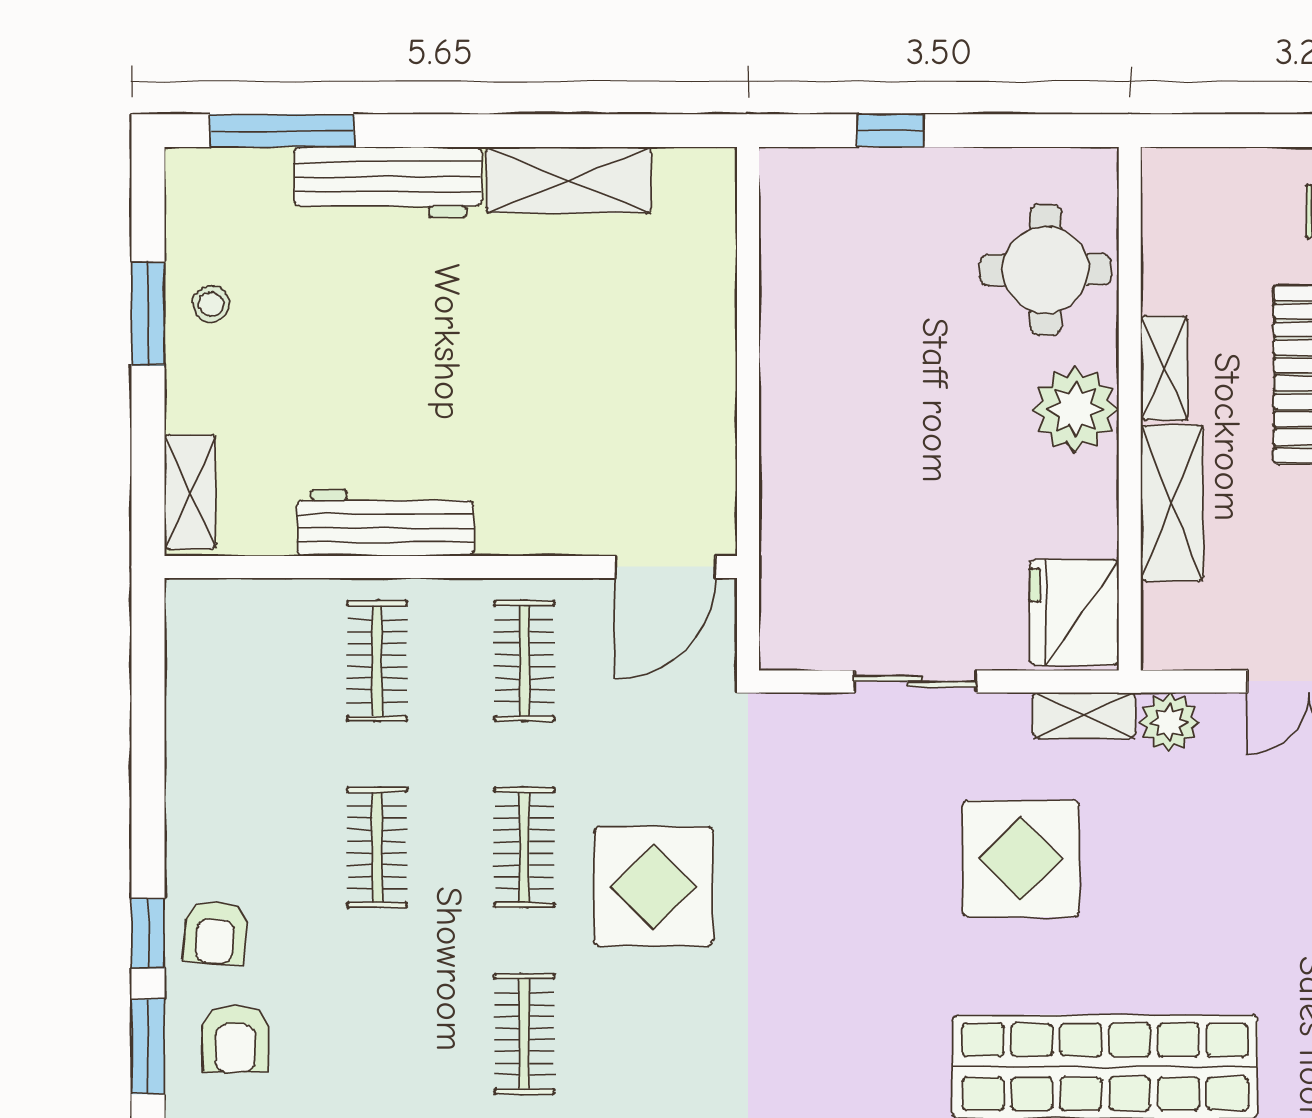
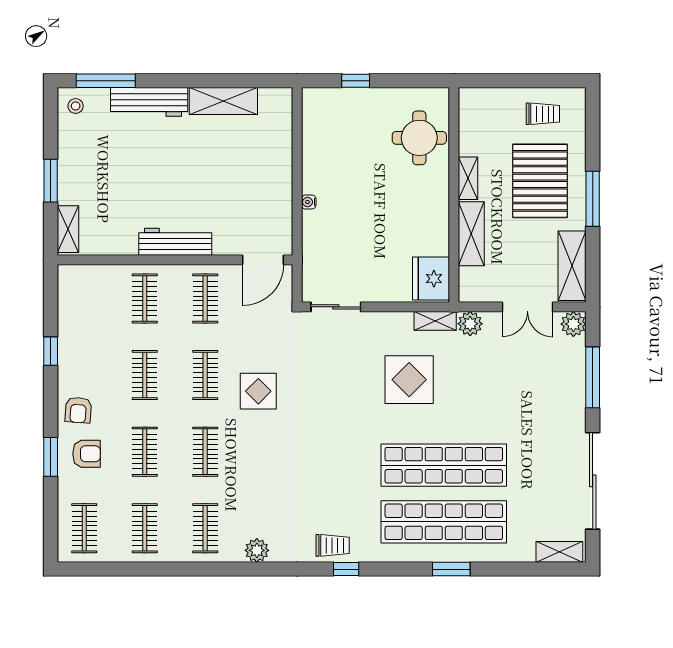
stool: (211, 304) -> (76, 106), moved
window: (148, 314) -> (51, 181), moved
plant: (1075, 409) -> (431, 195), removed
water cooler: (776, 426) -> (309, 202), added
workbench: (385, 523) -> (175, 242), moved
sliding door: (915, 681) -> (336, 307), moved
display table: (654, 887) -> (258, 391), width x0.73, depth x0.73
window: (148, 933) -> (51, 351), moved
clothes rail: (377, 1034) -> (145, 452), added
armchair: (235, 1039) -> (87, 454), turned -90

